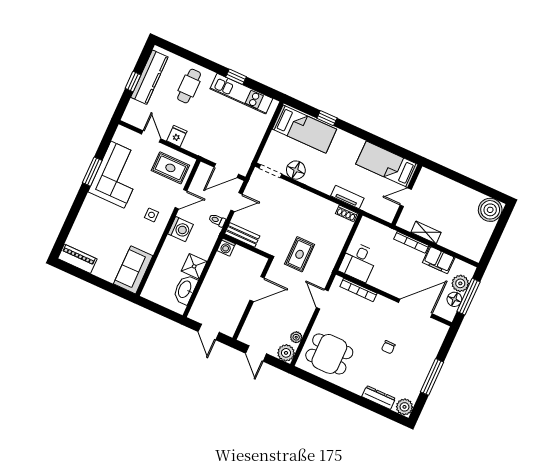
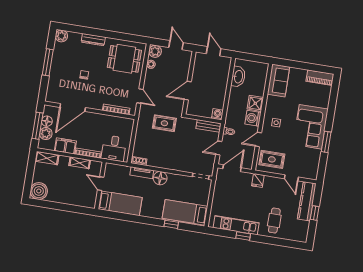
kitchen counter: (149, 77) -> (307, 201), moved
fridge: (177, 136) -> (258, 180), moved
floor lamp: (296, 170) -> (160, 178), moved
corner sofa: (118, 175) -> (311, 127), moved
door: (406, 197) -> (101, 184), swing flipped
shelving: (468, 250) -> (47, 158), added
rug: (300, 254) -> (164, 123), turned 90
desk: (358, 262) -> (114, 148), moved, turned 180
shower: (194, 266) -> (255, 103), moved
dresser: (379, 397) -> (93, 40), moved

